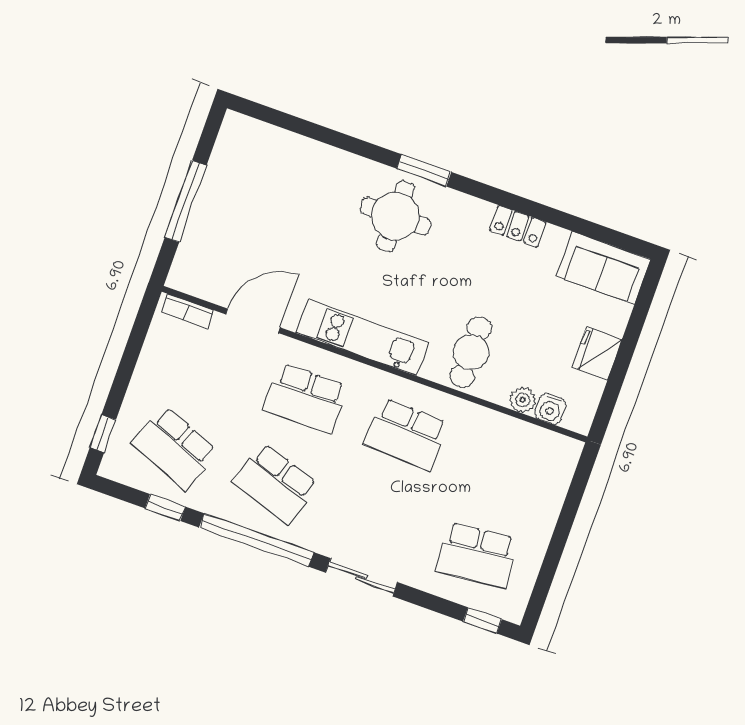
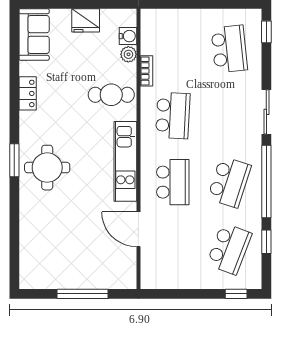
bookcase: (187, 311) -> (146, 71), moved

